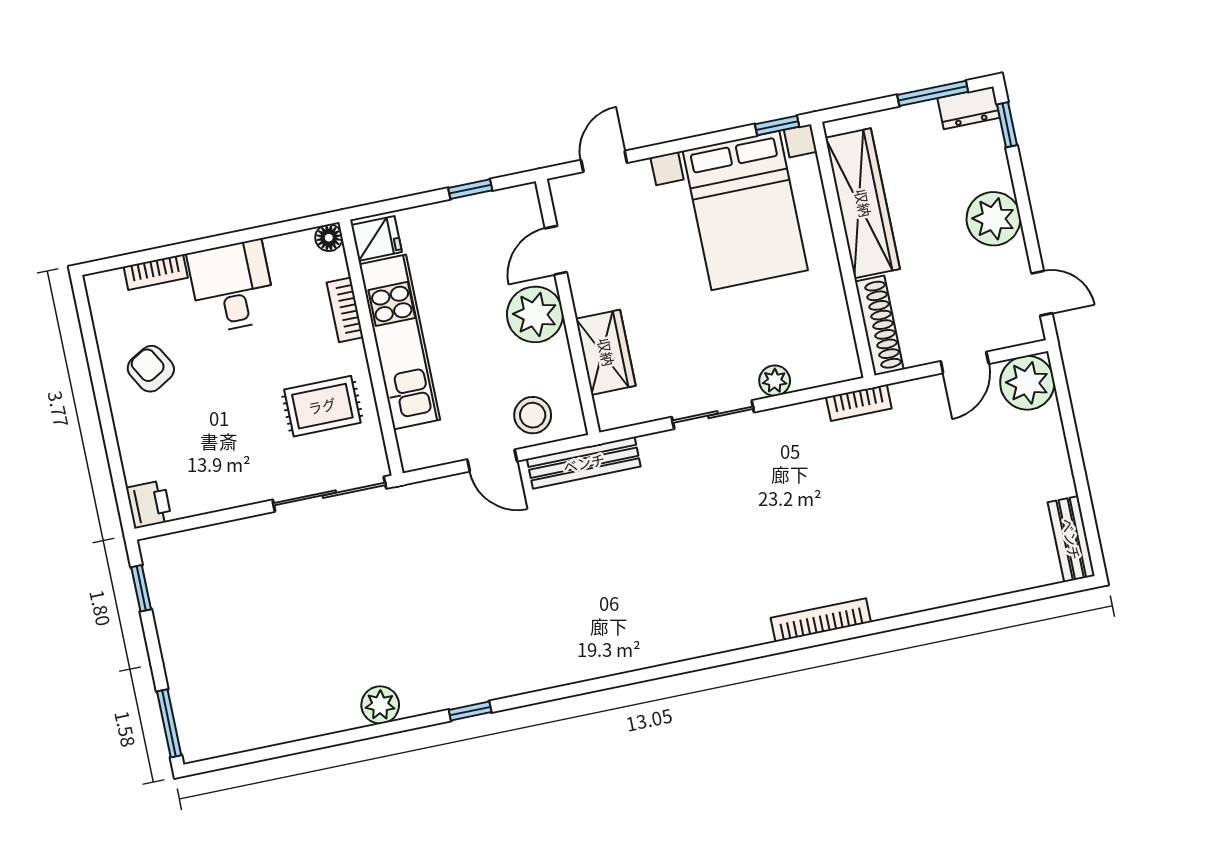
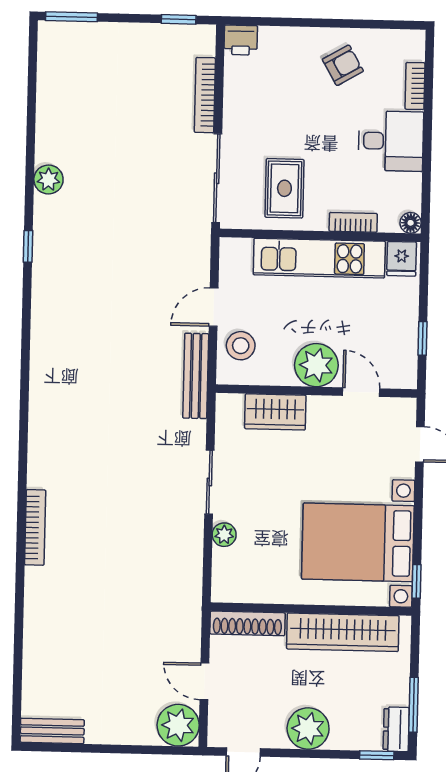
bookcase: (859, 403) -> (205, 95), moved, width x1.56

